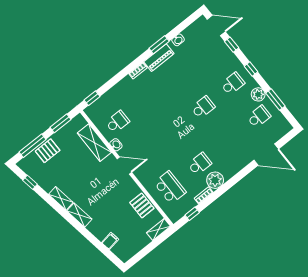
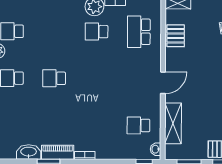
washbasin: (178, 40) -> (29, 152), width x1.91, depth x1.45
washbasin: (116, 145) -> (156, 149), moved
door: (124, 165) -> (163, 83), swing flipped

